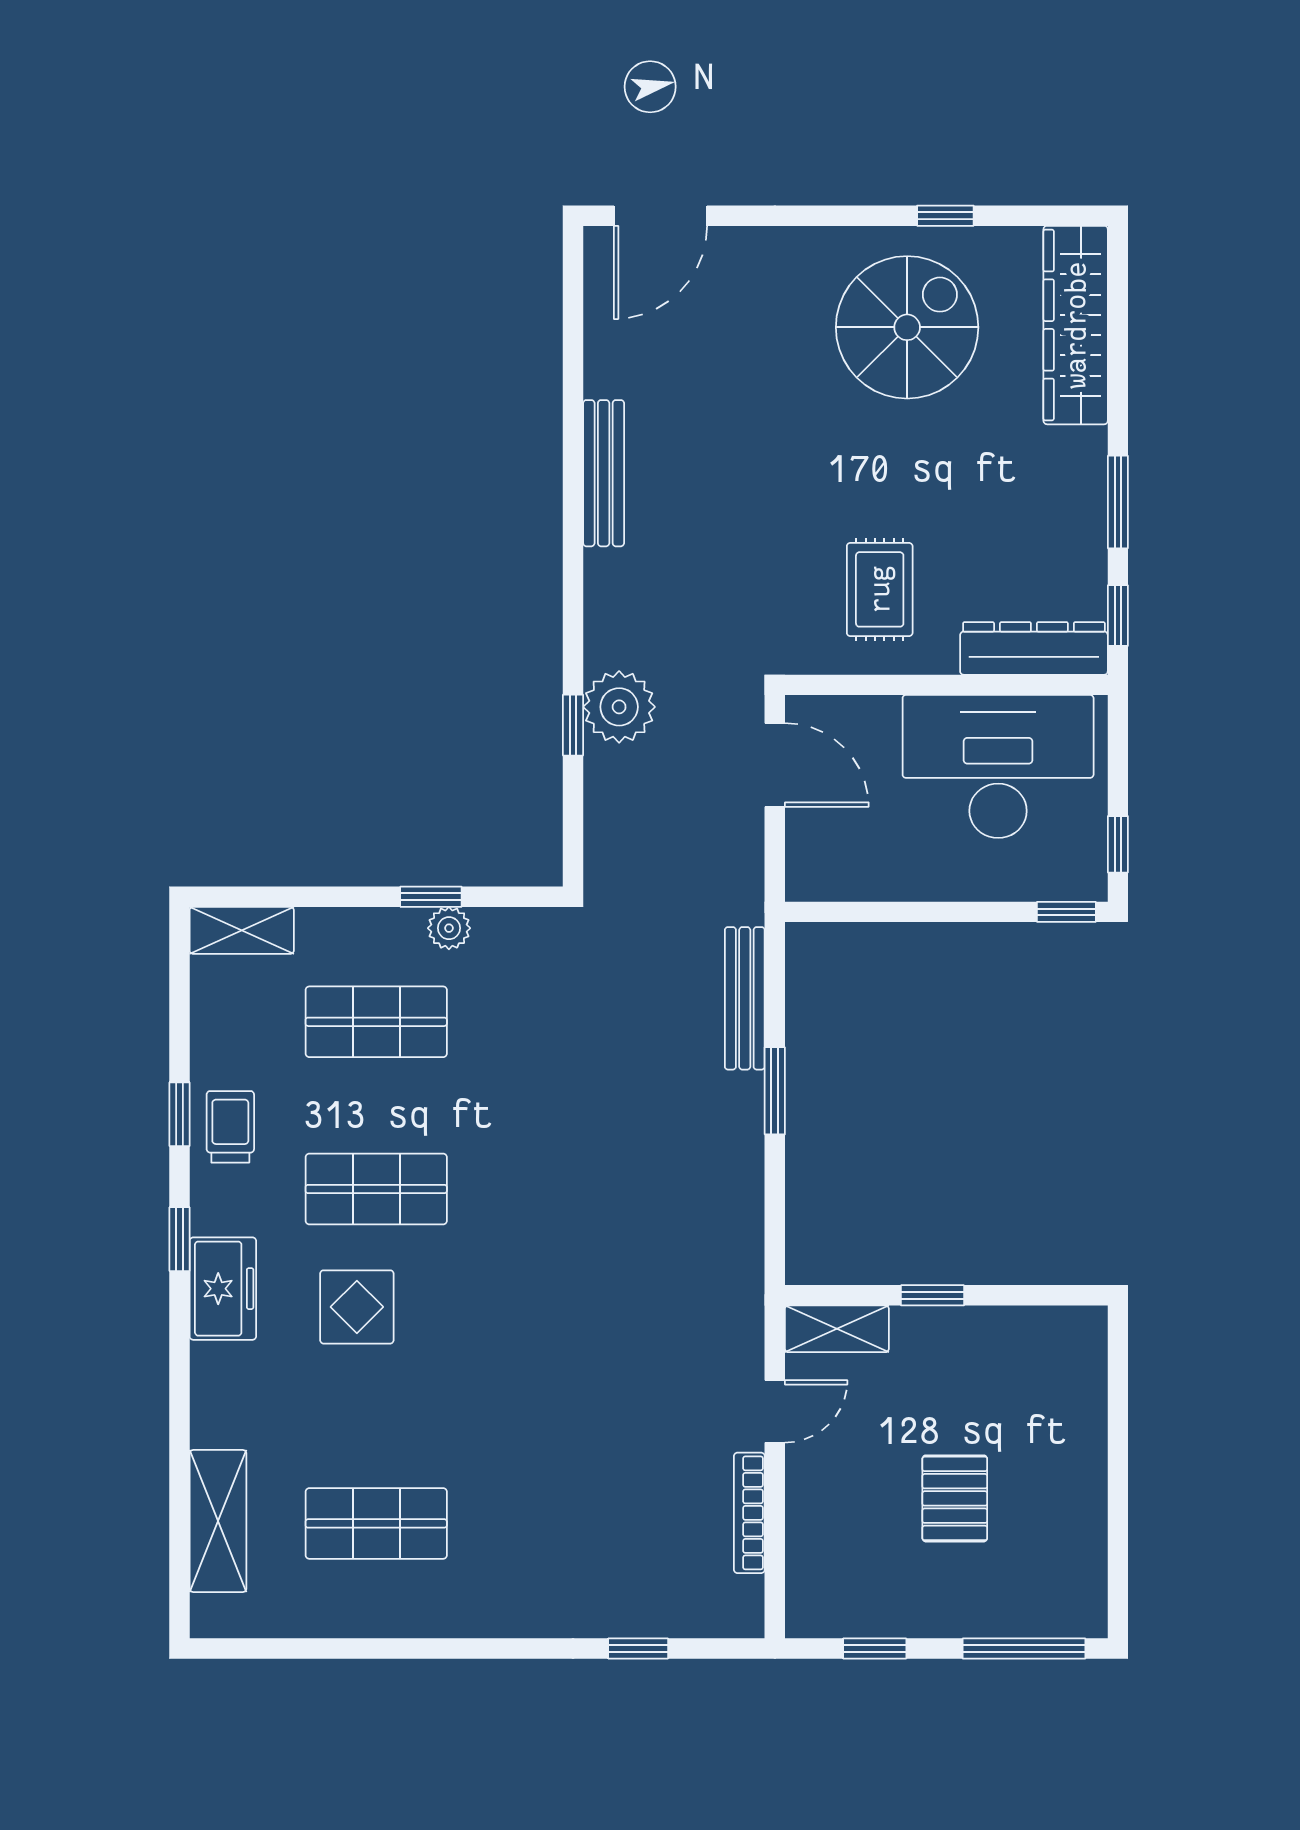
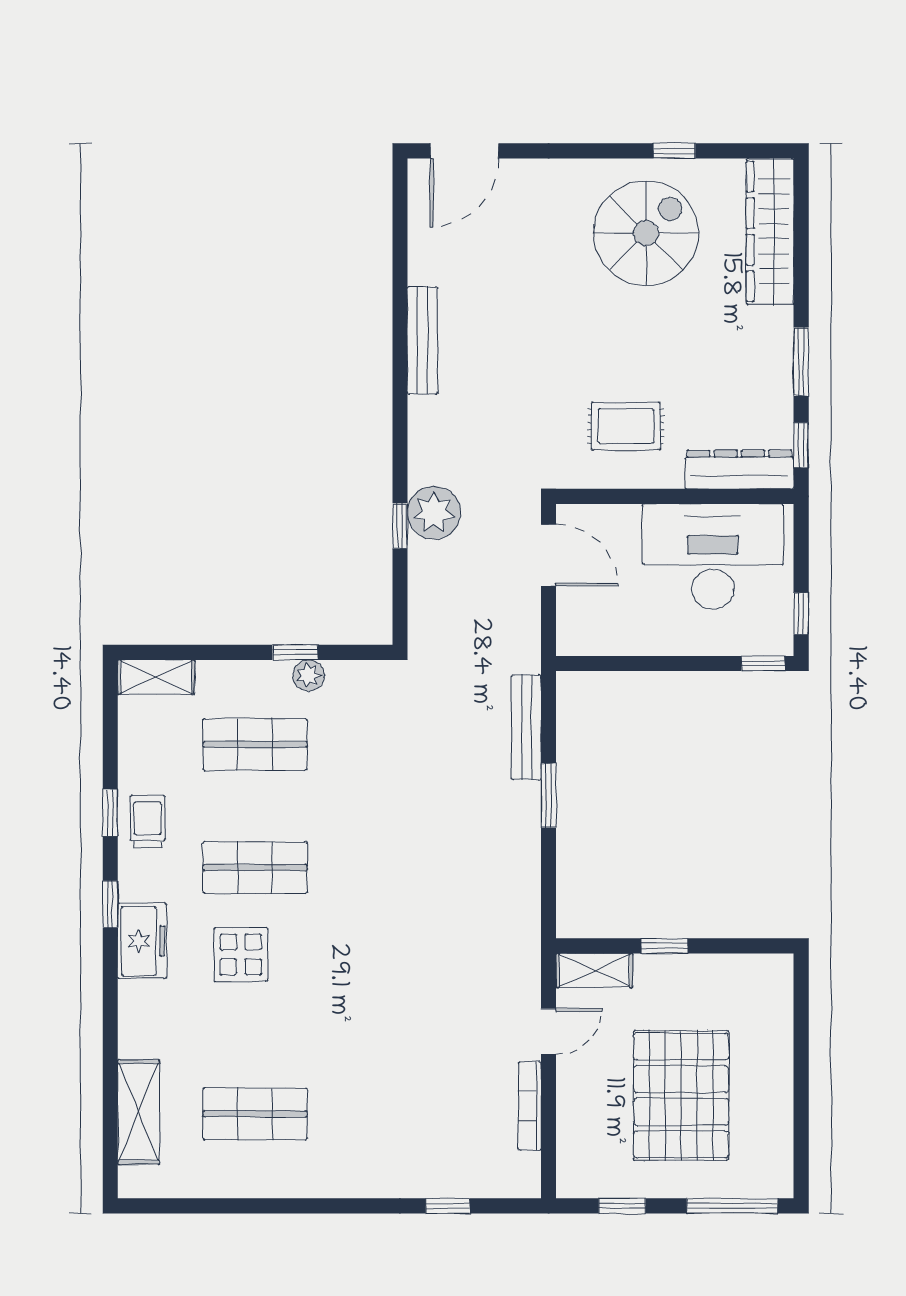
rug: (880, 589) -> (626, 426), turned 90
pallet: (955, 1498) -> (681, 1095), width x2.05, depth x2.00

